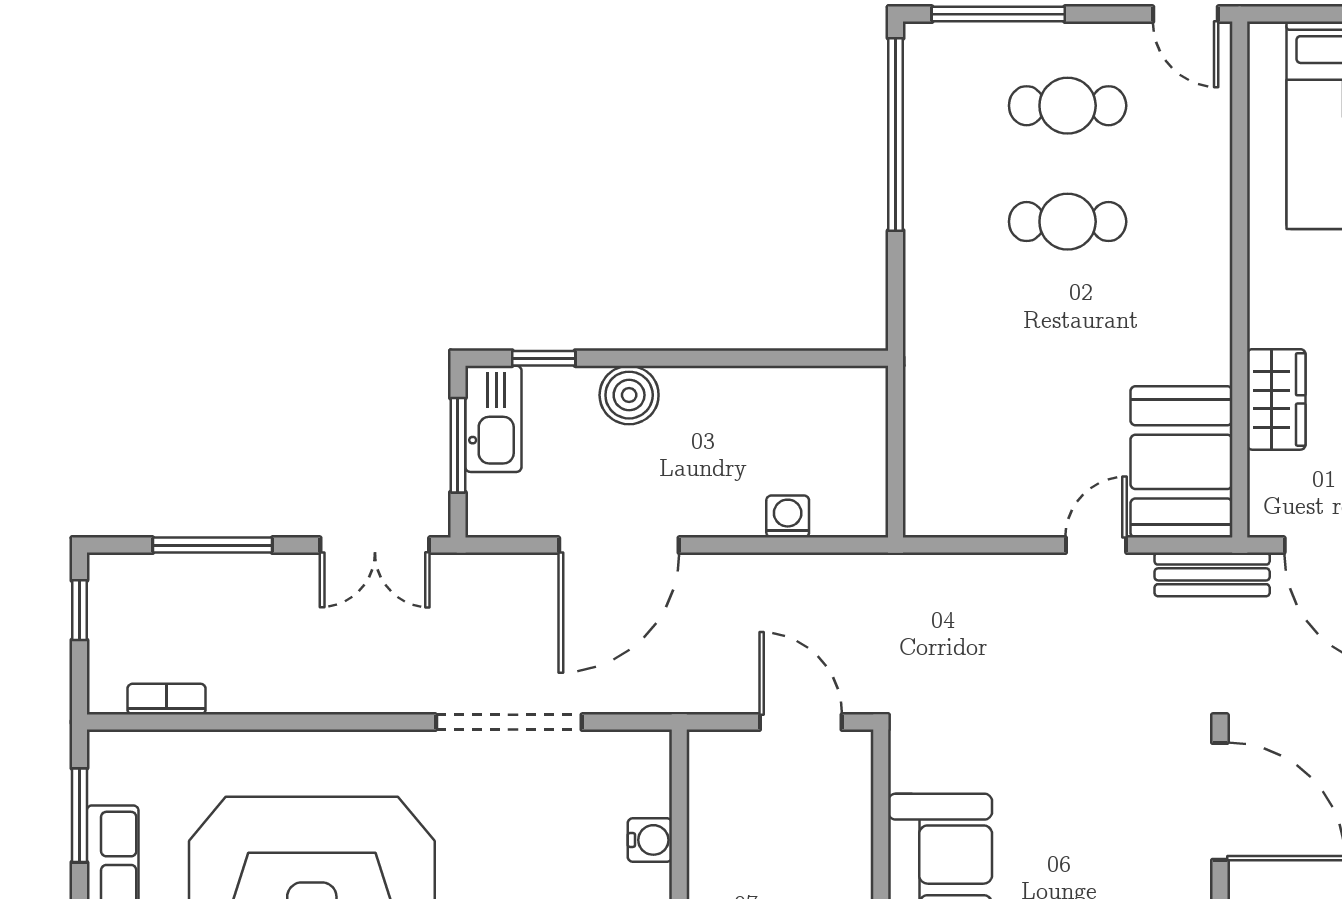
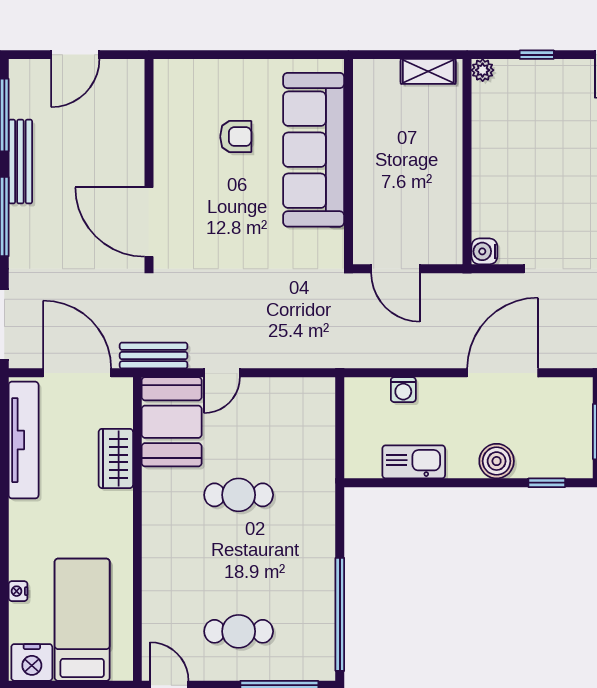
cafe table: (1068, 222) -> (239, 495), moved
kitchen sink: (493, 419) -> (414, 462), moved, turned 90
water cooler: (650, 840) -> (484, 251), moved

